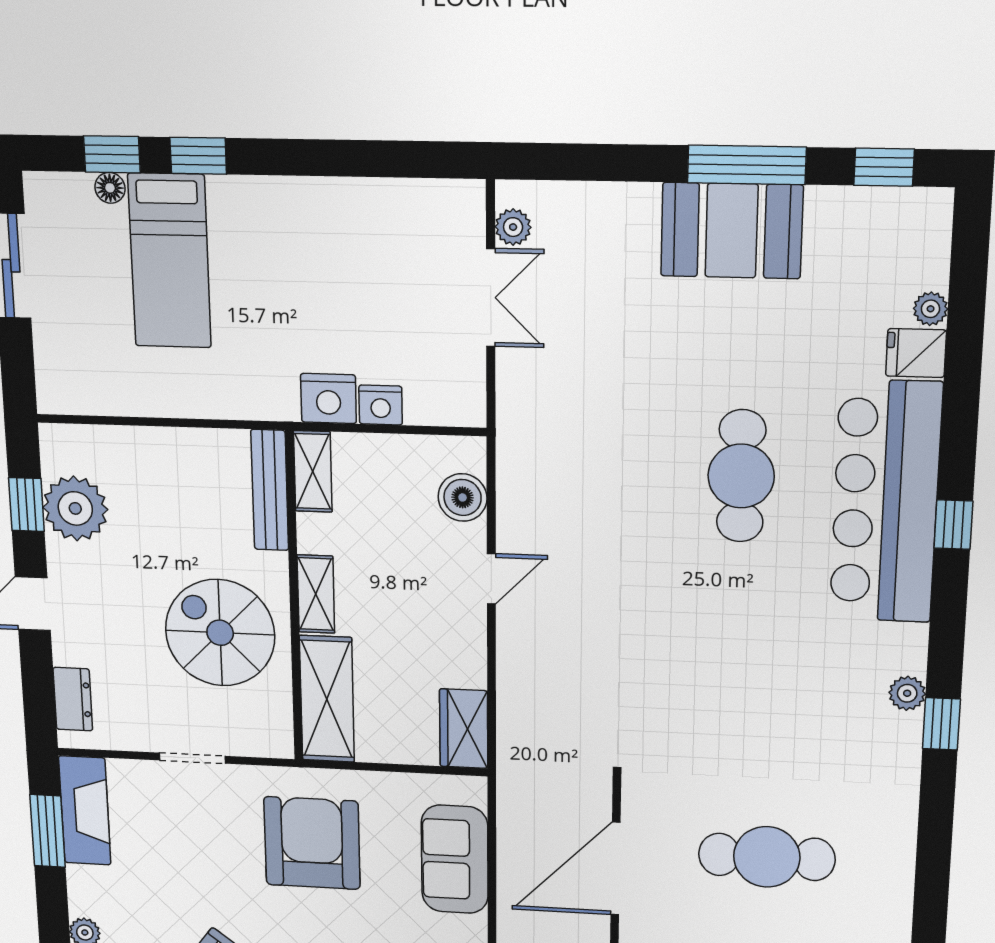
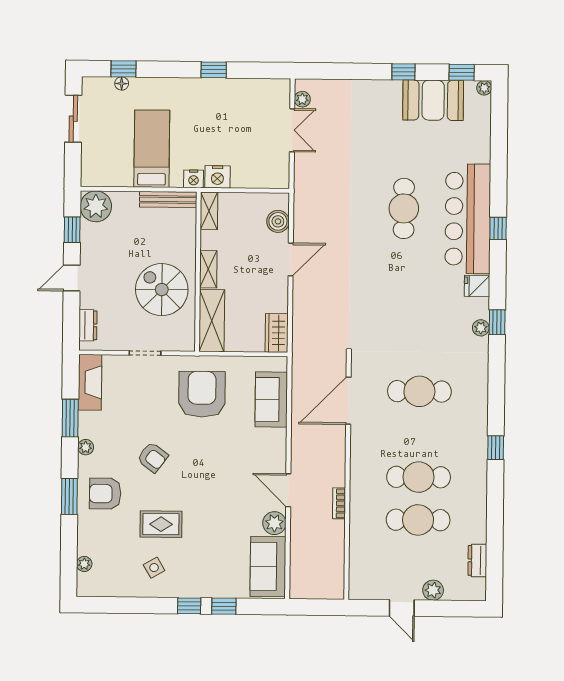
window: (198, 156) -> (214, 70), moved
window: (747, 165) -> (403, 72), width x0.46
booth: (732, 231) -> (433, 100), moved
bed: (170, 261) -> (152, 149), moved, turned 180
plant: (931, 309) -> (484, 88), moved
fridge: (916, 353) -> (477, 286), moved
nightstand: (381, 405) -> (194, 179), moved
bench: (270, 490) -> (168, 199), moved, turned 90
plant: (75, 508) -> (96, 206), moved
door: (491, 579) -> (291, 259), width x1.38
plant: (907, 693) -> (481, 328), moved
window: (48, 831) -> (70, 418), moved

